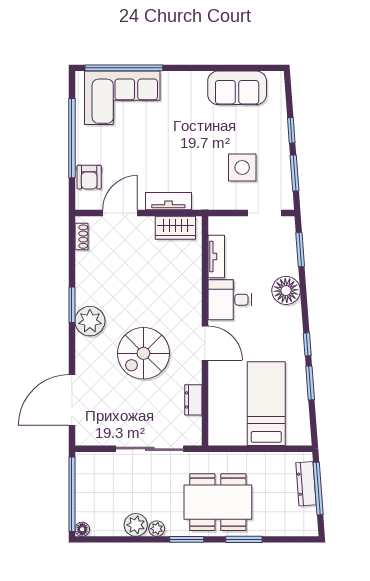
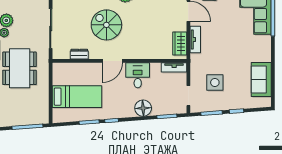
tv unit: (216, 257) -> (174, 67), moved
dresser: (306, 484) -> (30, 120), removed

